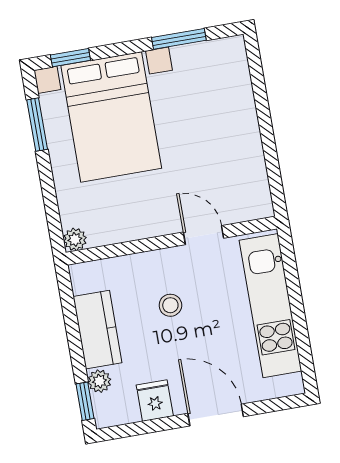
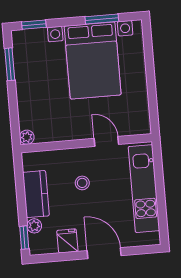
bed with nightstands: (111, 117) -> (93, 60), moved

